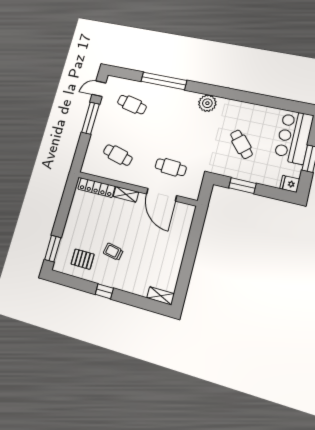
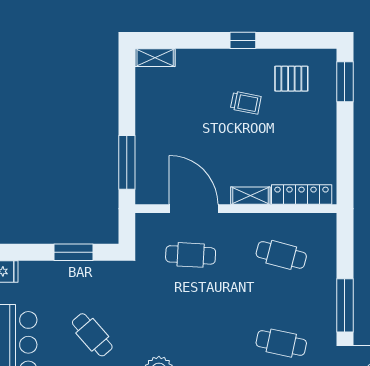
cafe table: (241, 144) -> (92, 335), moved
window: (195, 234) -> (127, 162), added

